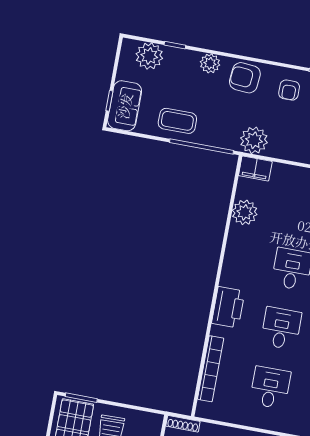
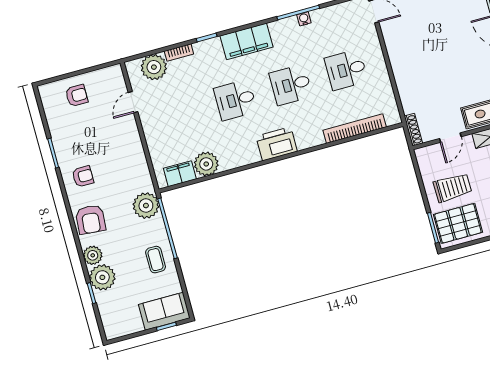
plant: (149, 56) -> (102, 277), moved
coffee table: (177, 121) -> (156, 260), width x0.73, depth x0.77
plant: (254, 140) -> (146, 206), moved
filing cabinet: (255, 168) -> (180, 174), moved, turned -90
printer: (228, 307) -> (277, 144), moved

